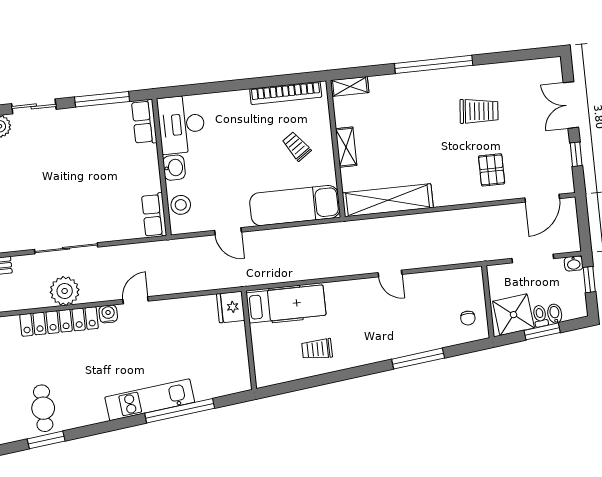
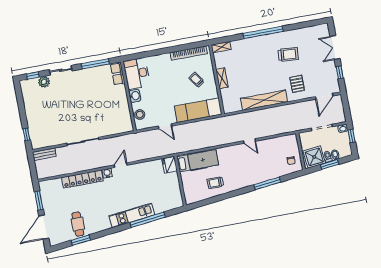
shelving: (388, 200) -> (264, 100), moved
row of seats: (154, 215) -> (127, 121), removed
plant: (65, 291) -> (84, 163), removed

